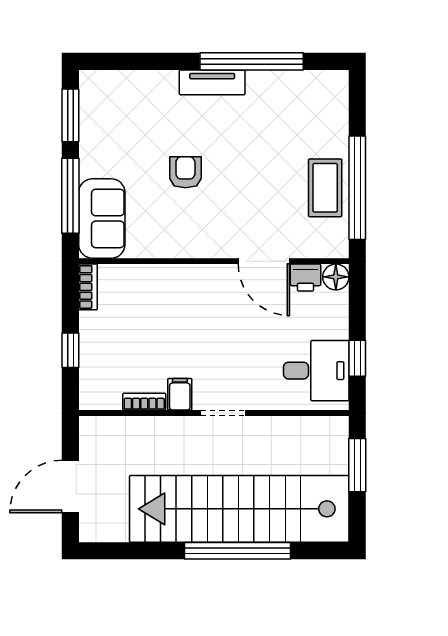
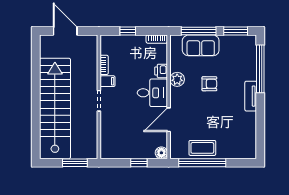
window: (252, 61) -> (260, 69), moved
sofa: (102, 218) -> (201, 45), moved
plant: (176, 243) -> (177, 79), added
printer: (305, 278) -> (161, 71), moved
window: (357, 358) -> (139, 163), moved
desk: (316, 371) -> (152, 93), moved, turned -90
window: (238, 551) -> (36, 108), removed

